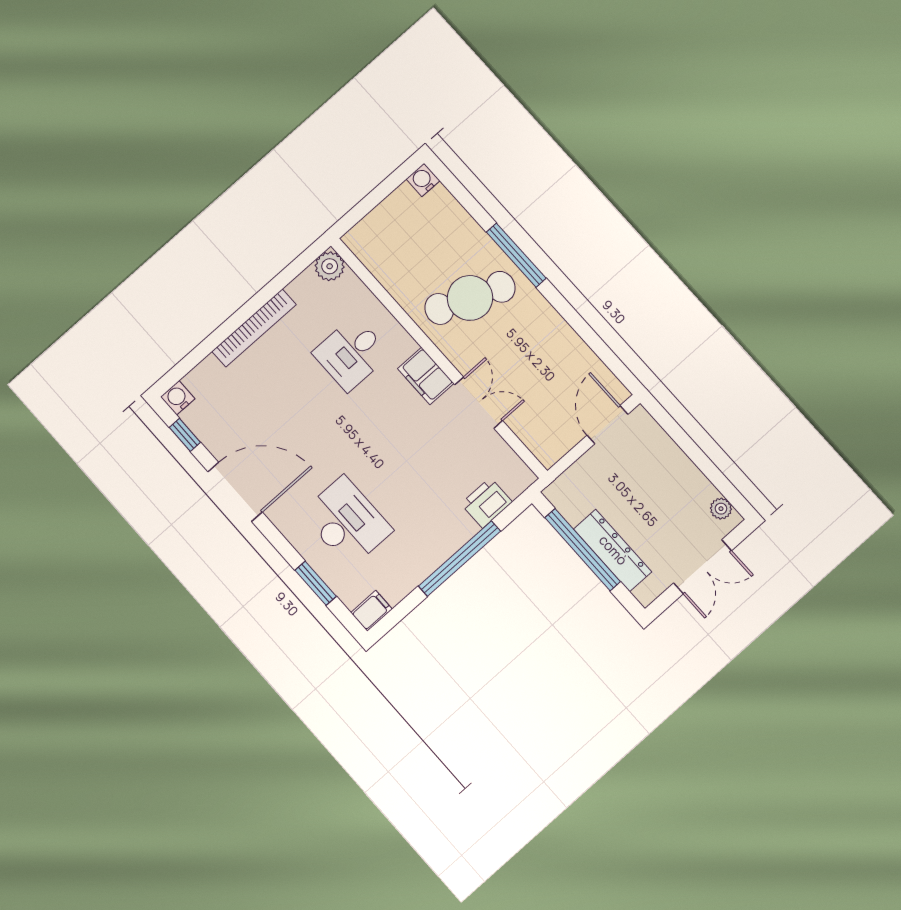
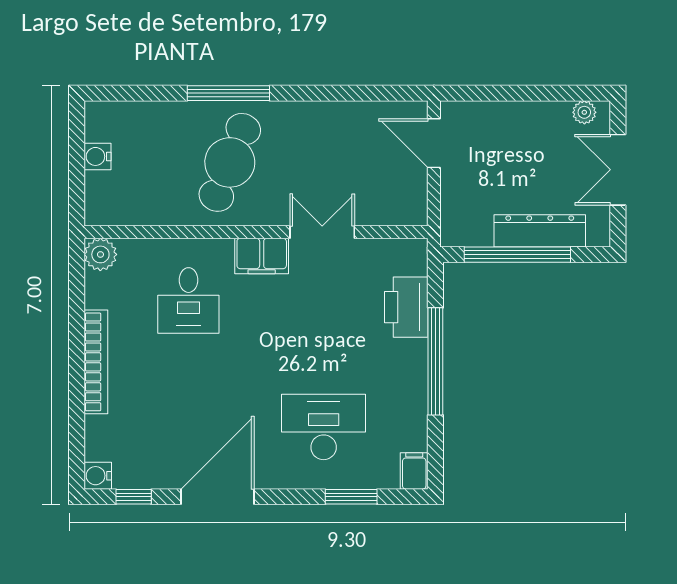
water cooler: (423, 180) -> (98, 156), moved
printer: (486, 503) -> (406, 307), width x1.37, depth x1.19
double door: (702, 567) -> (618, 170), swing flipped

